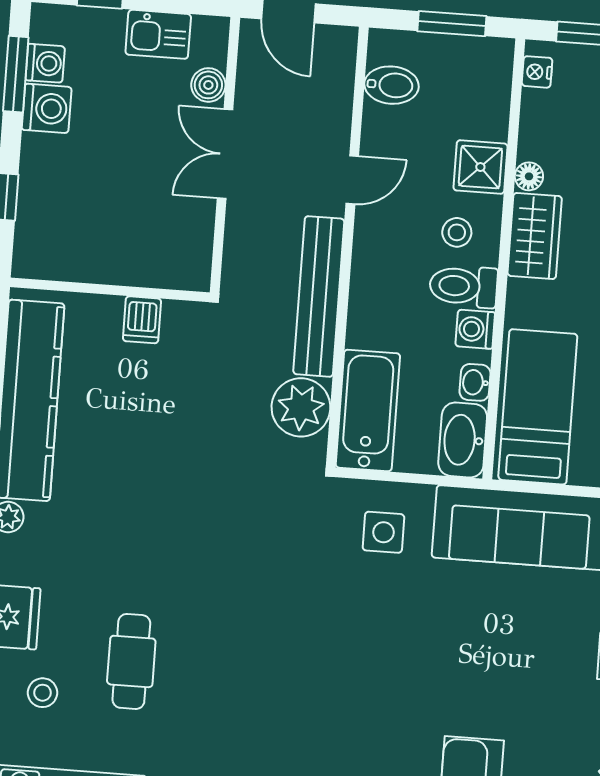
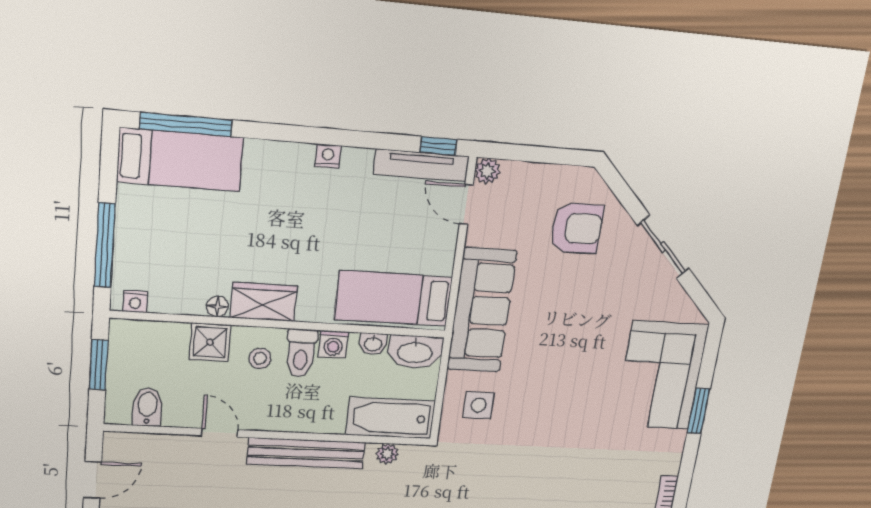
plant: (301, 407) -> (387, 454), width x0.53, depth x0.53

